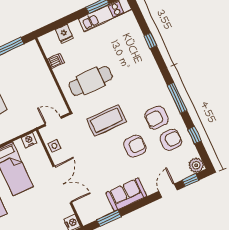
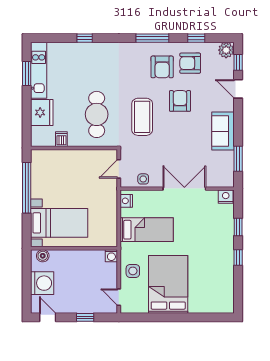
fridge: (64, 34) -> (42, 112), width x1.88, depth x1.34
armchair: (171, 140) -> (190, 63), turned -90

